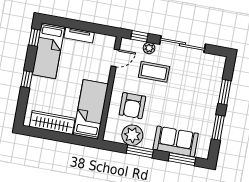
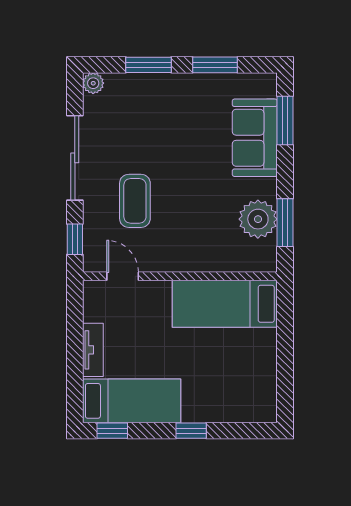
plant: (149, 48) -> (93, 83), moved
armchair: (132, 106) -> (204, 229), removed
wardrobe: (52, 122) -> (262, 370), removed
window: (140, 151) -> (285, 223), moved

